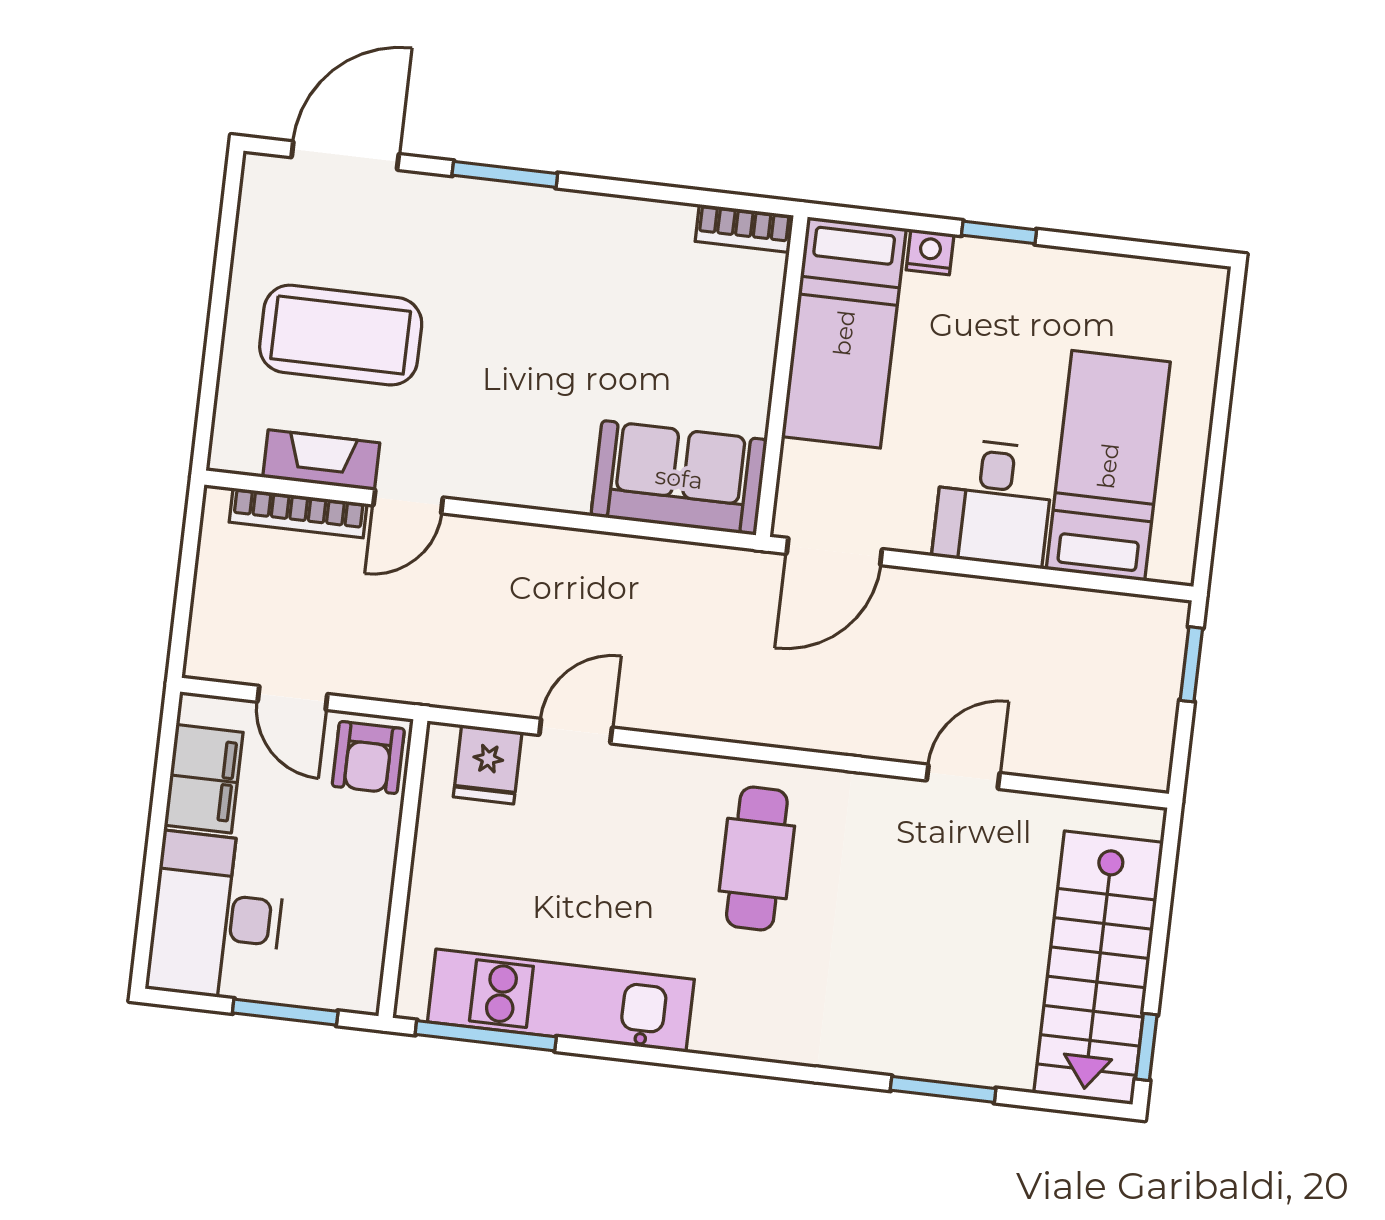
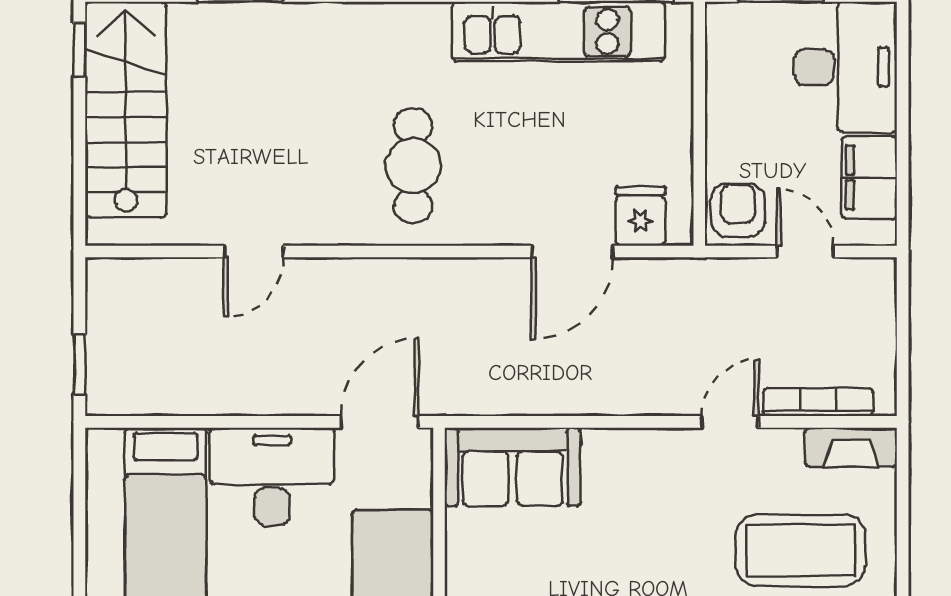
fireplace: (321, 460) -> (851, 447), moved
desk: (993, 503) -> (272, 476), width x1.37
door: (576, 731) -> (572, 252), width x1.38

